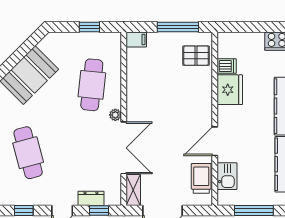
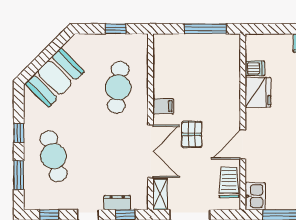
filing cabinet: (136, 39) -> (163, 106), moved
pallet: (196, 56) -> (192, 134), moved, turned 90
plant: (115, 115) -> (142, 118), removed
kitchen sink: (227, 176) -> (255, 196), moved

